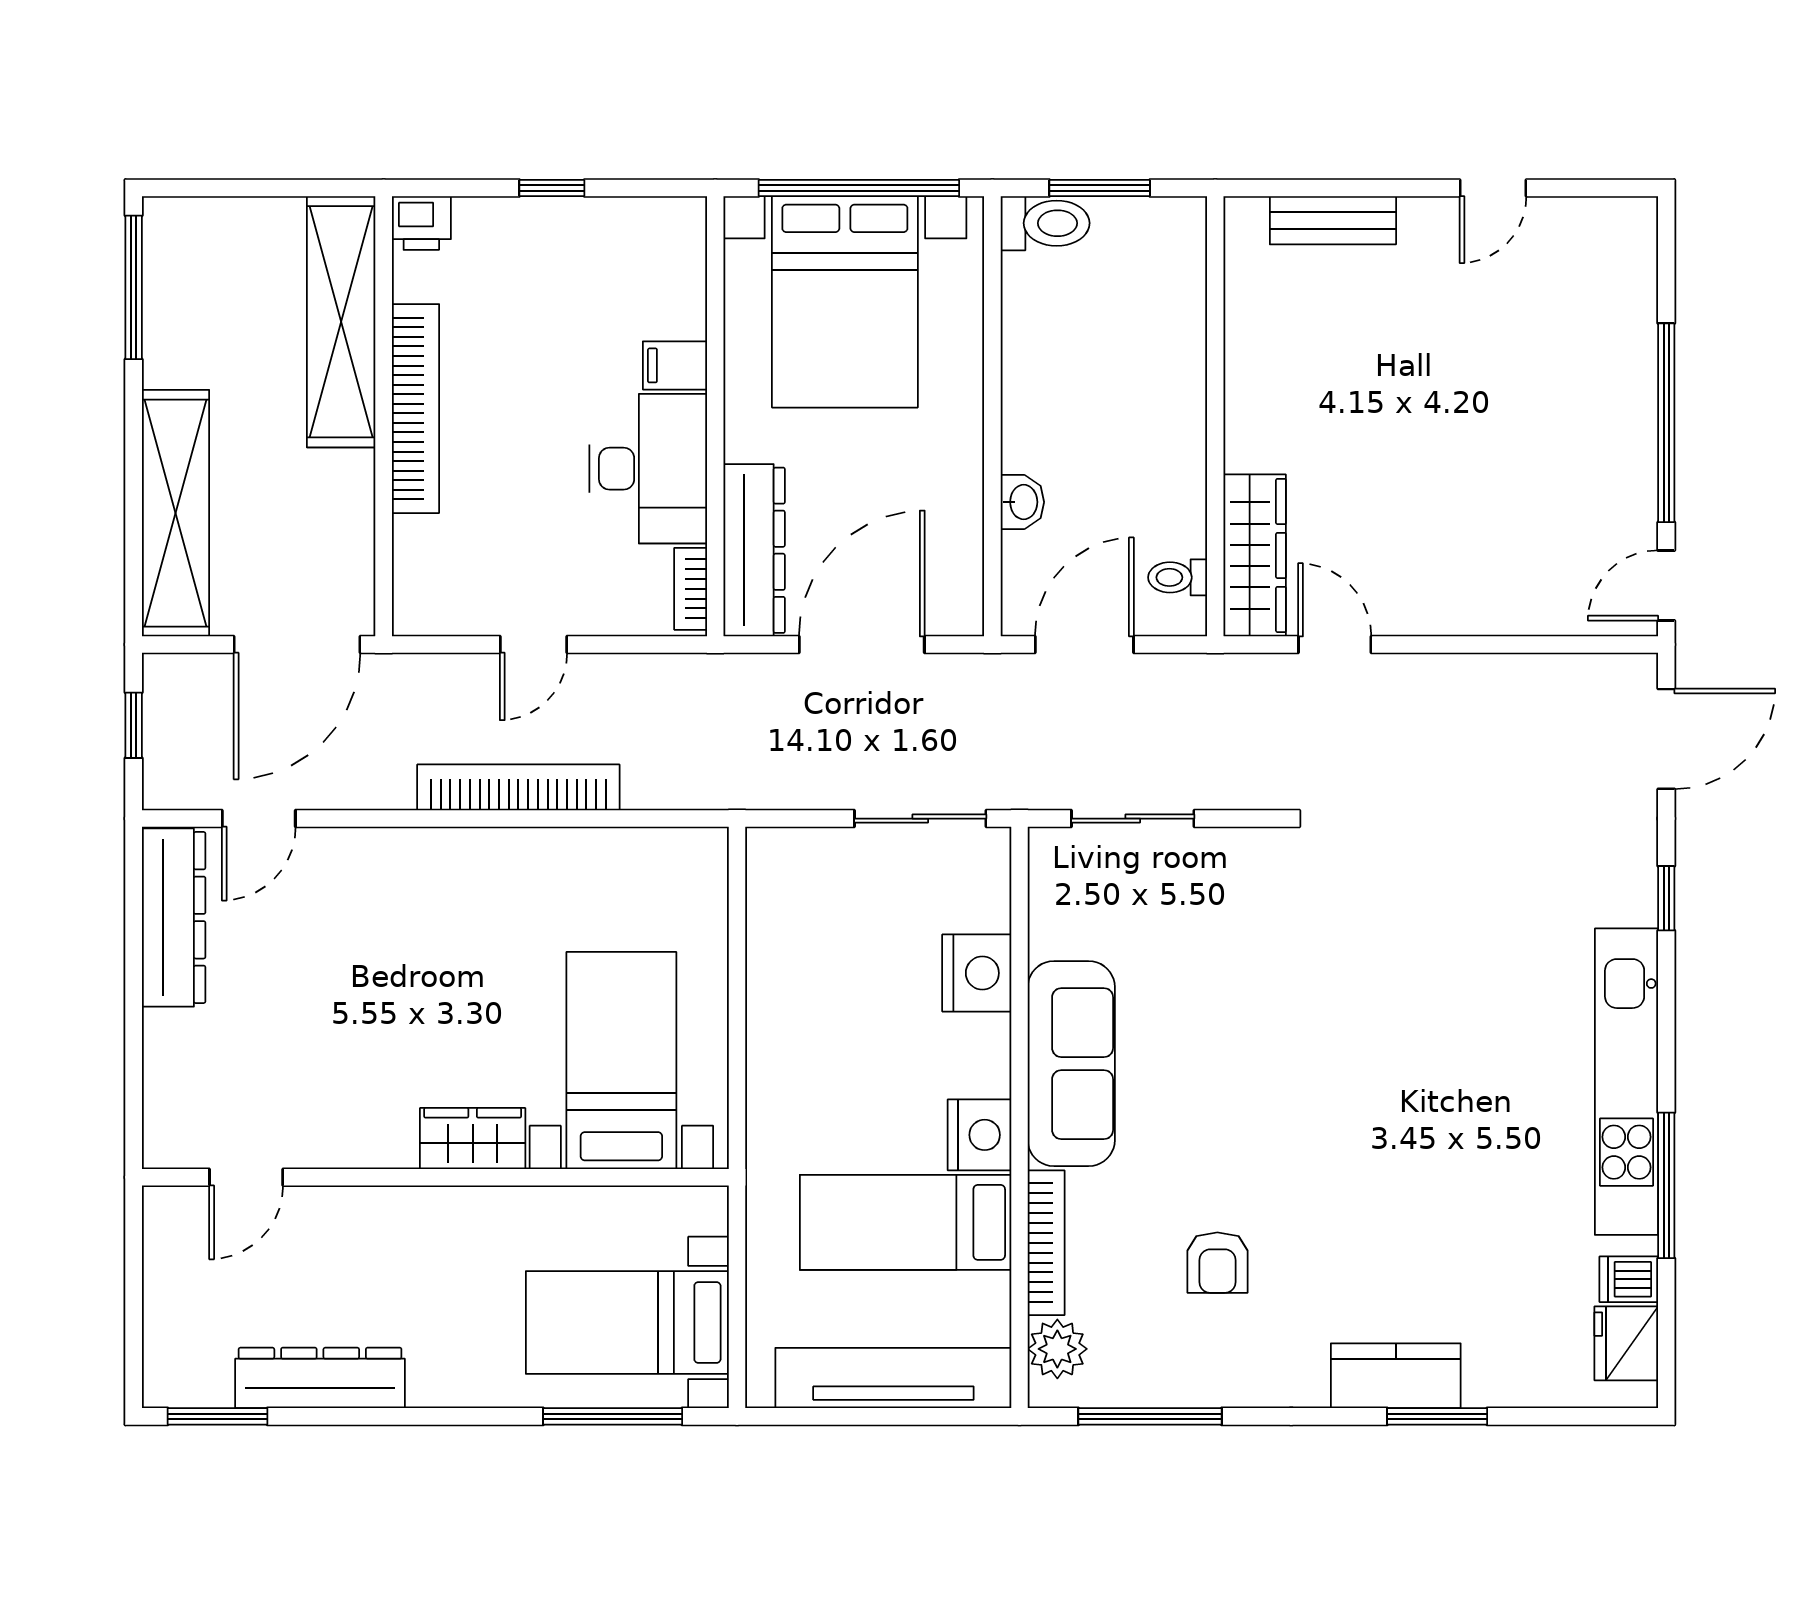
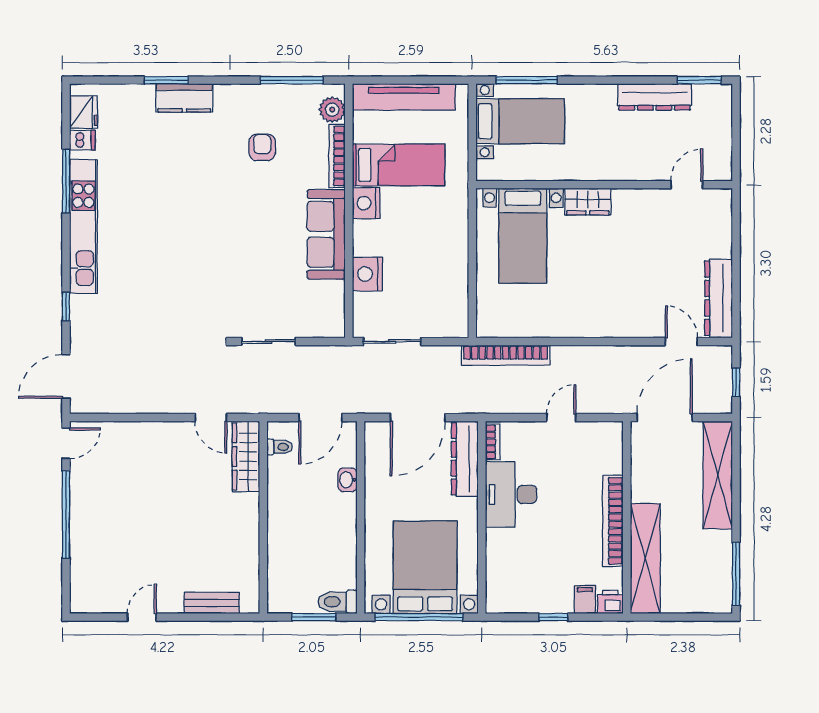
filing cabinet: (675, 365) -> (585, 600), moved, turned -90
bookcase: (518, 787) -> (506, 355), moved
door: (259, 819) -> (681, 341), hinge flipped
sliding door: (1133, 819) -> (269, 341), moved

